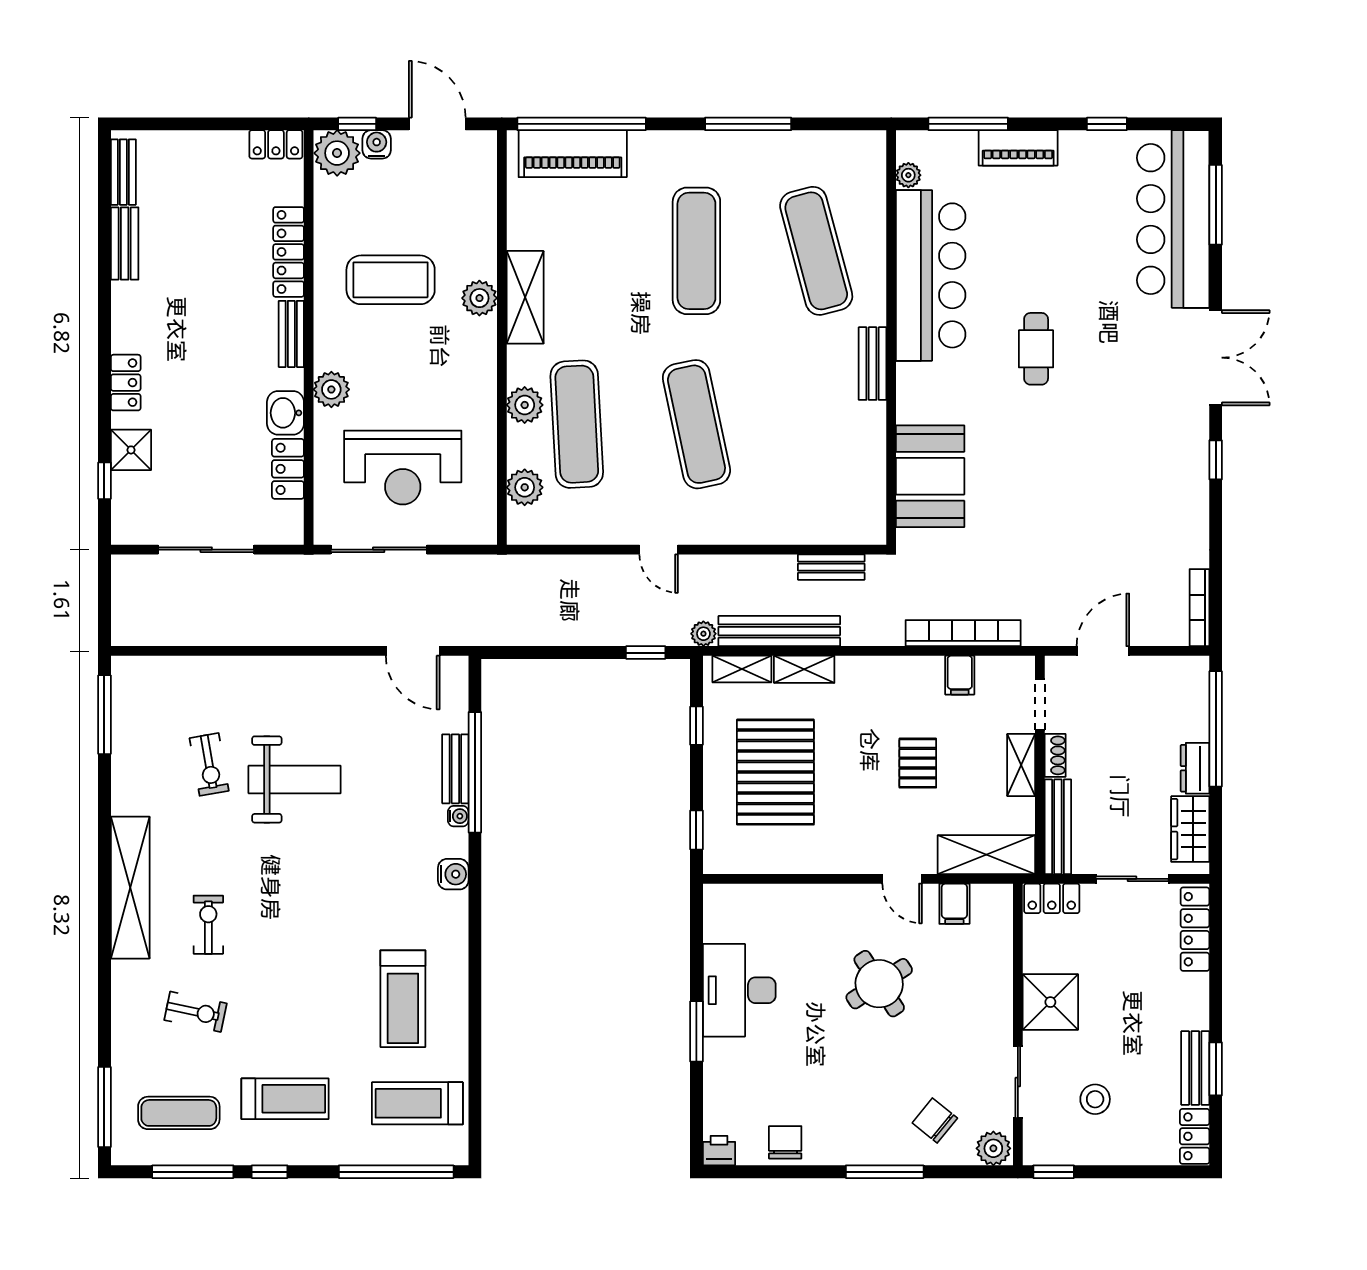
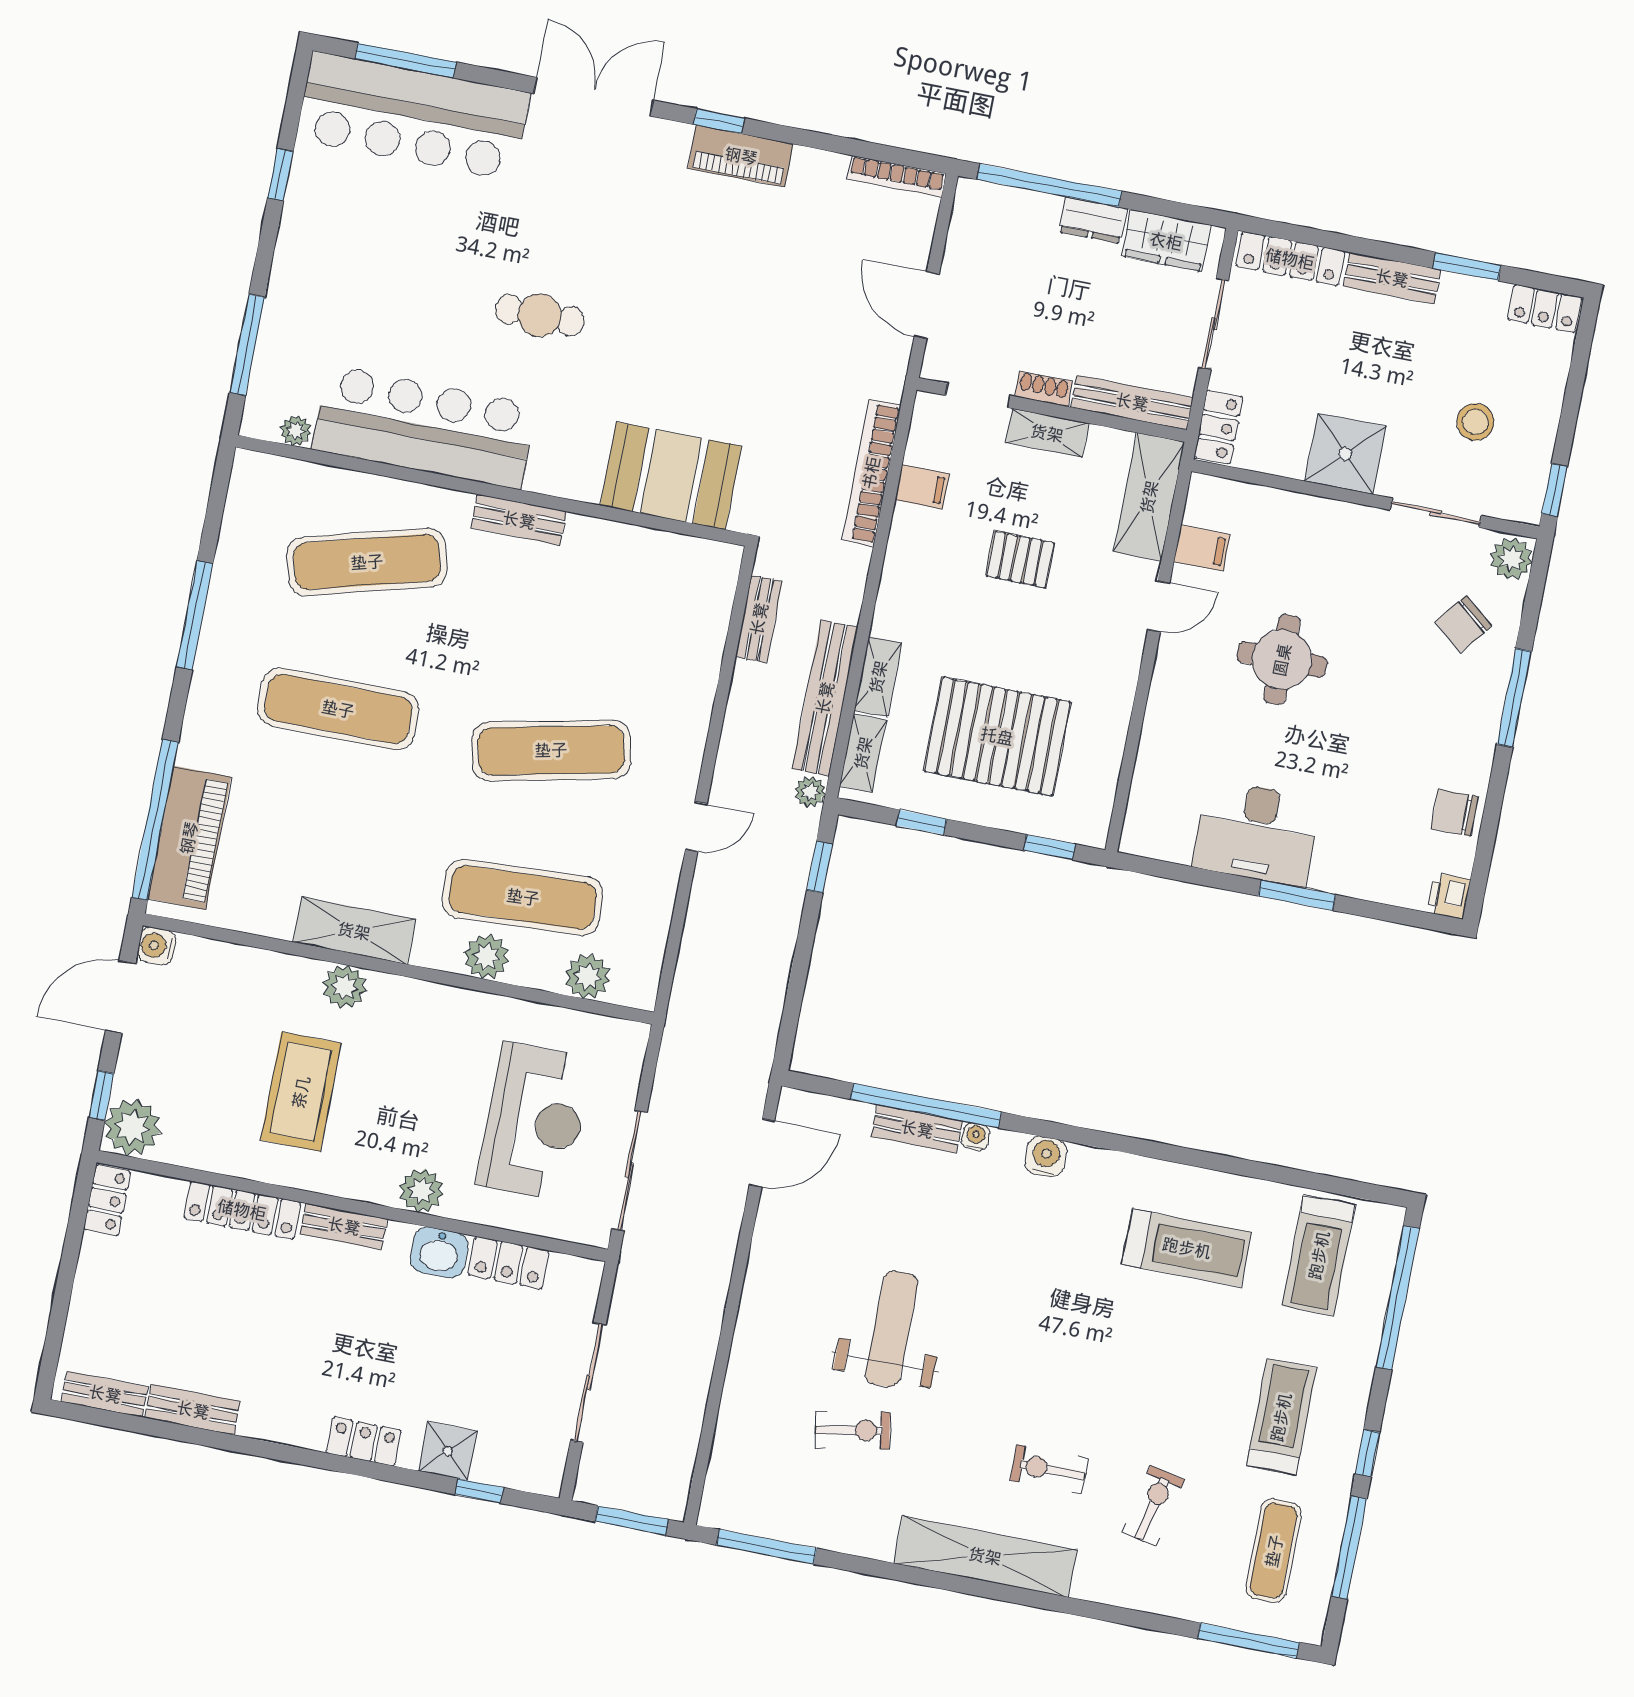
water cooler: (377, 144) -> (157, 946), moved
piano: (1018, 148) -> (741, 156), moved, turned 90
window: (104, 605) -> (632, 1521), added
round table: (879, 984) -> (1282, 660), turned 33
bench: (1195, 1068) -> (1392, 278), moved

